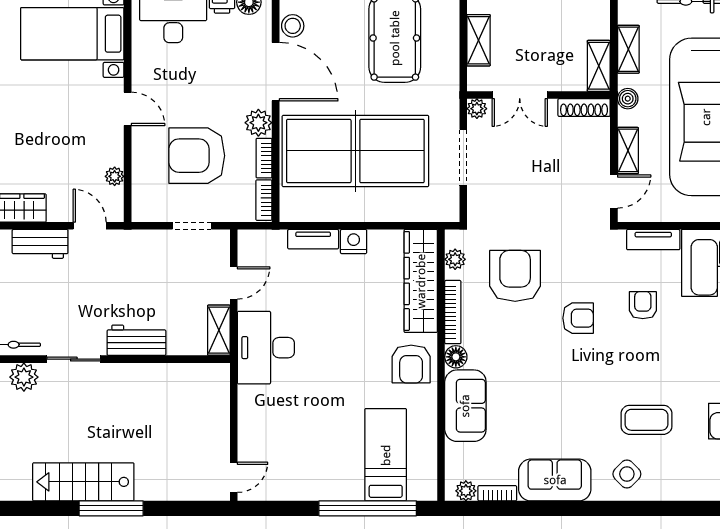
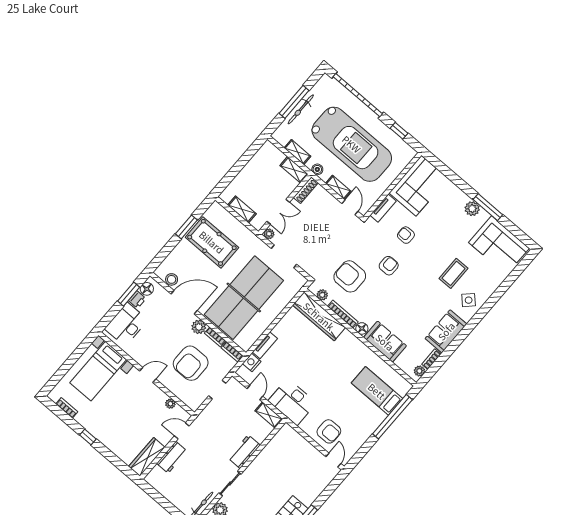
nightstand: (354, 242) -> (252, 362), moved
armchair: (411, 364) -> (329, 431), moved

